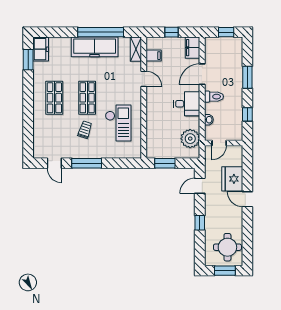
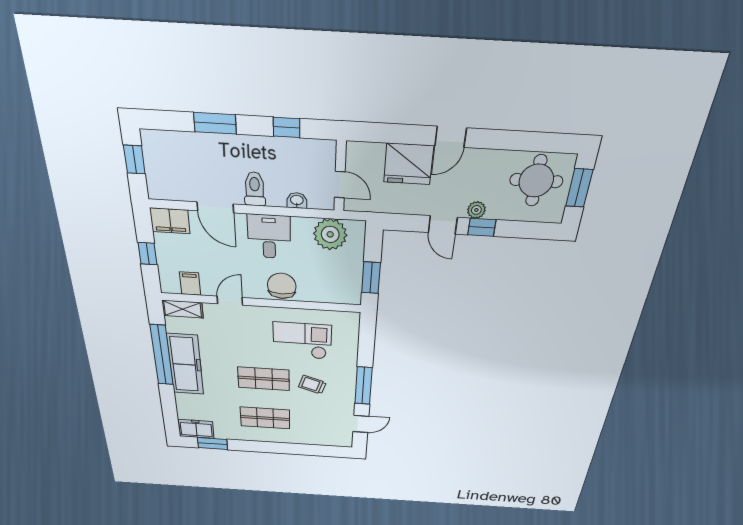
chair: (156, 111) -> (282, 286), added
door: (200, 186) -> (443, 225), moved
plant: (209, 218) -> (476, 210), added

